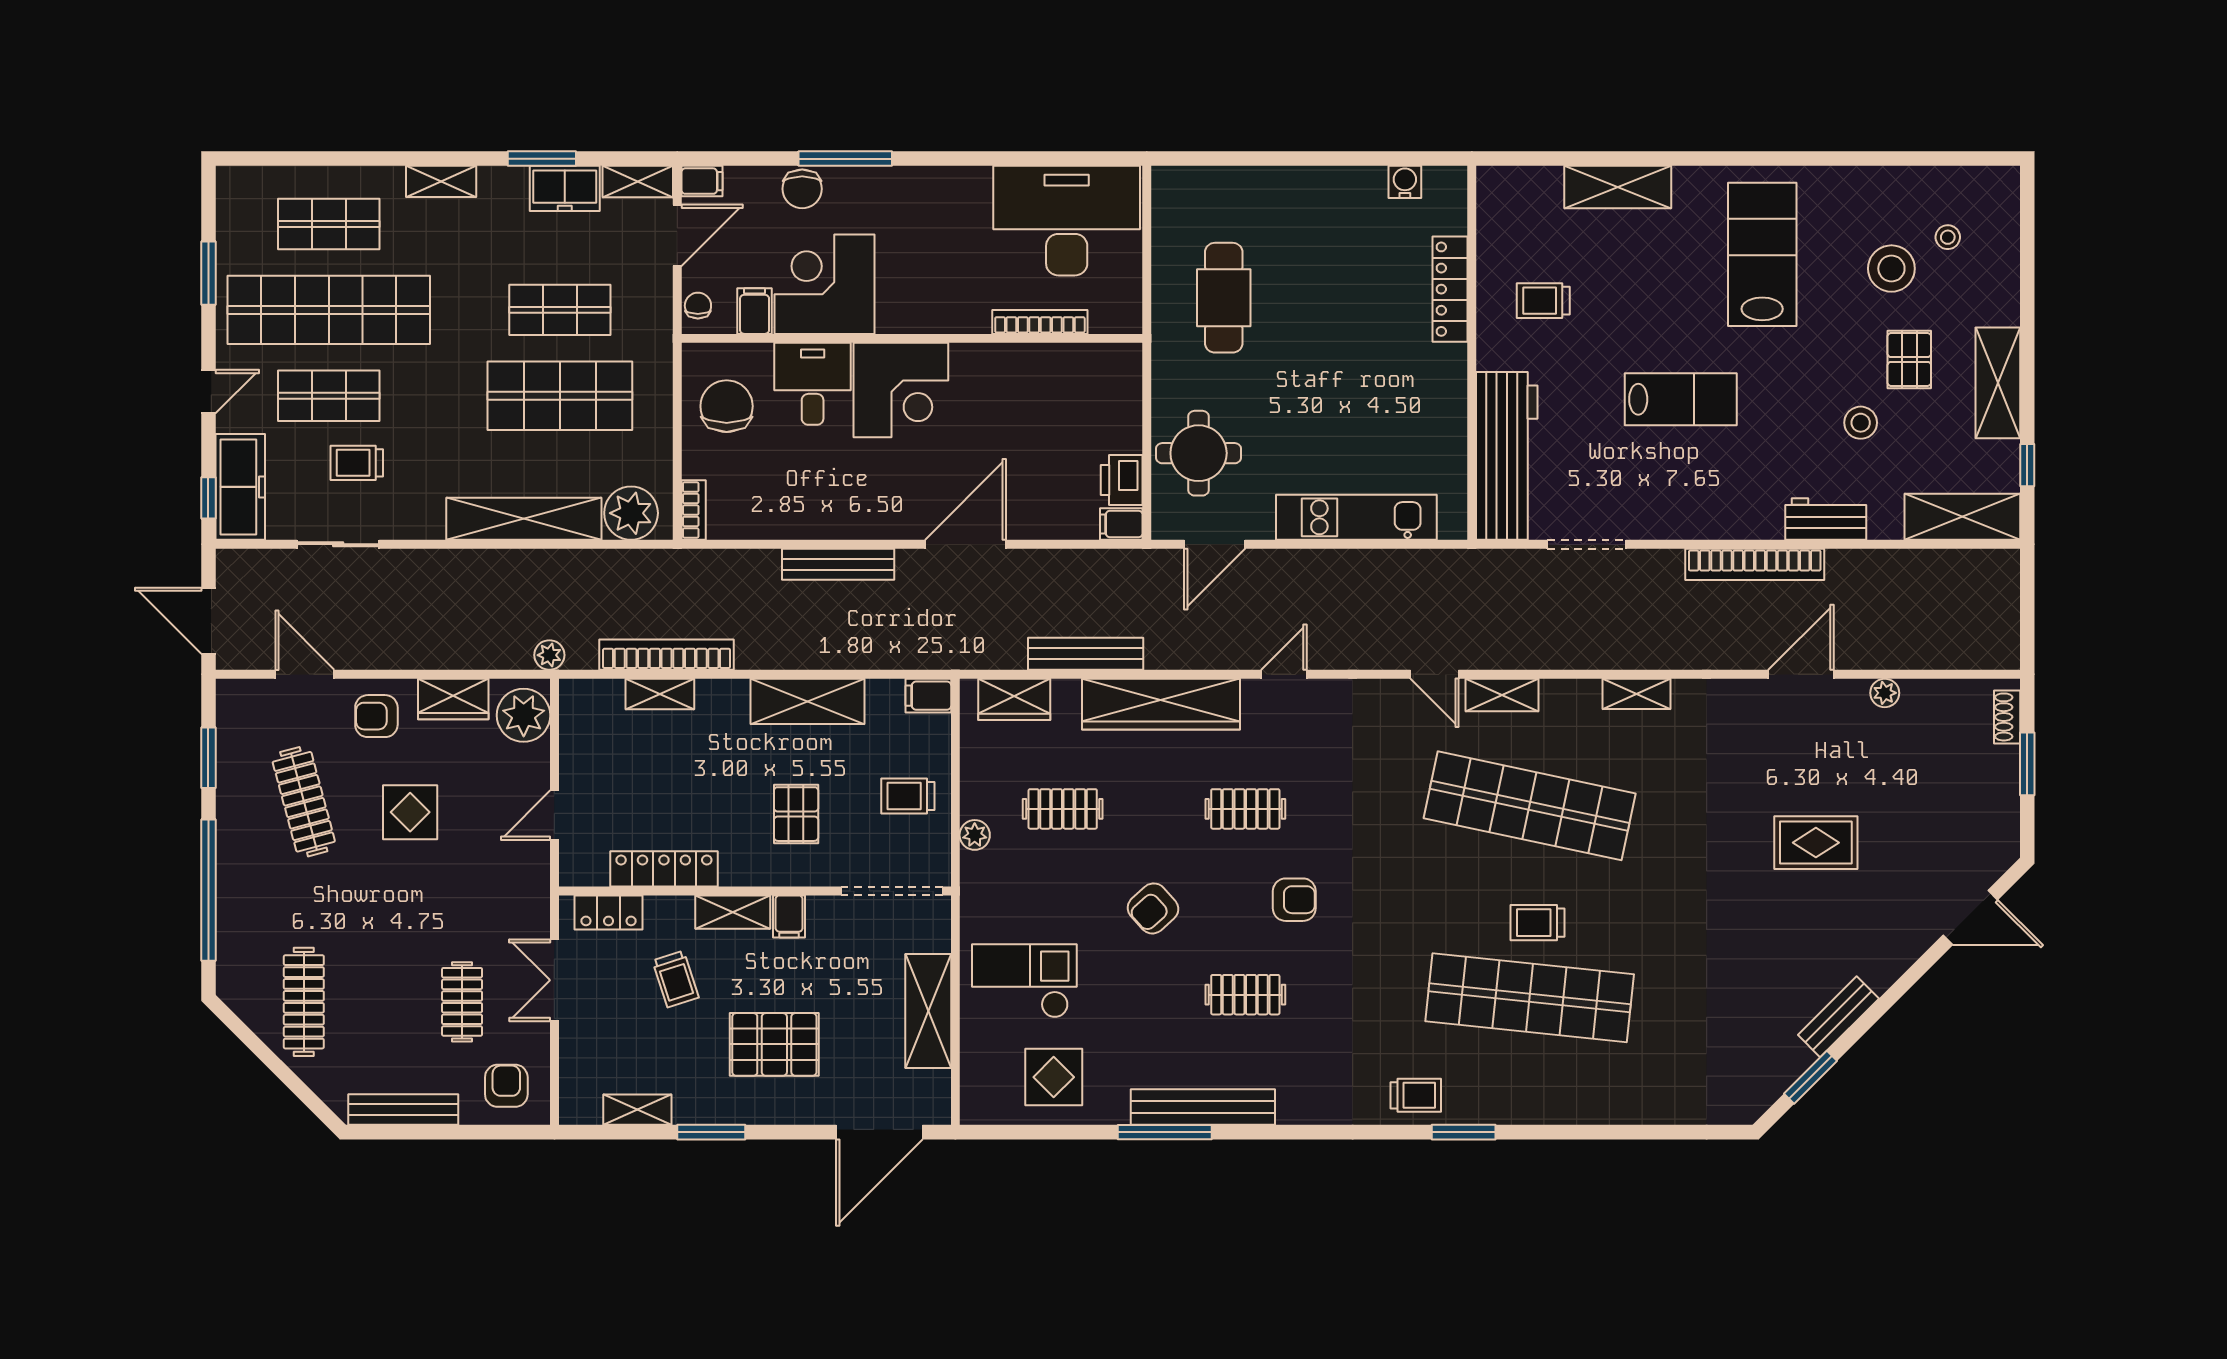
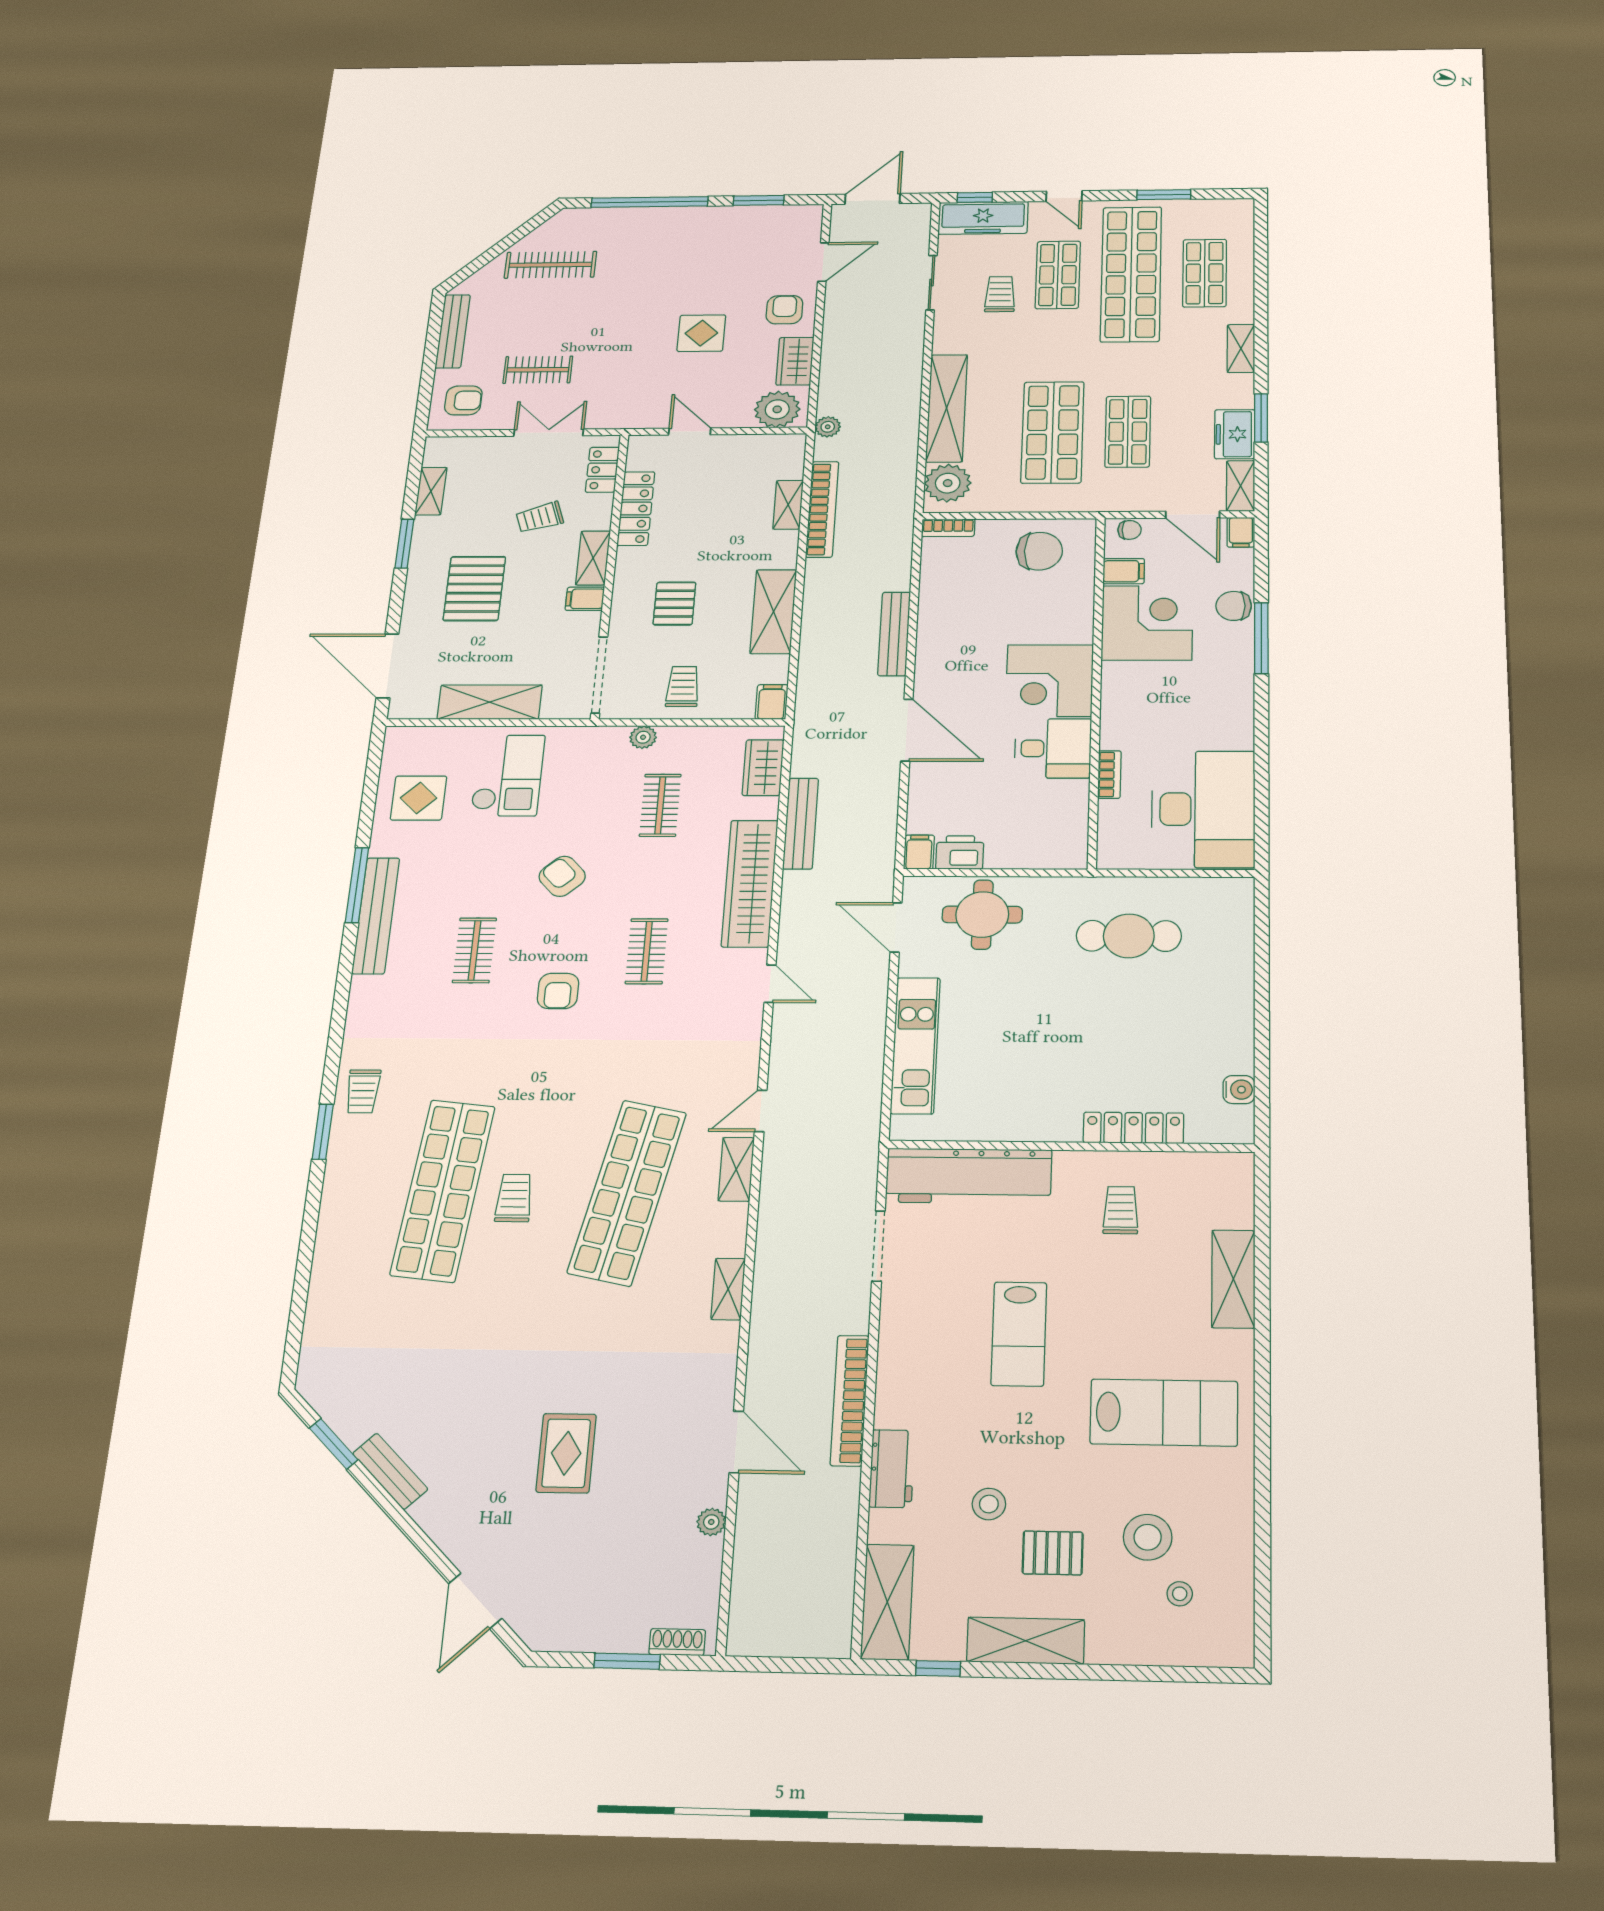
bookcase: (1040, 322) -> (1109, 775), width x0.64
desk: (813, 384) -> (1053, 748), moved
clothes rail: (304, 802) -> (717, 263), removed
pallet: (796, 814) -> (674, 604), turned 90

